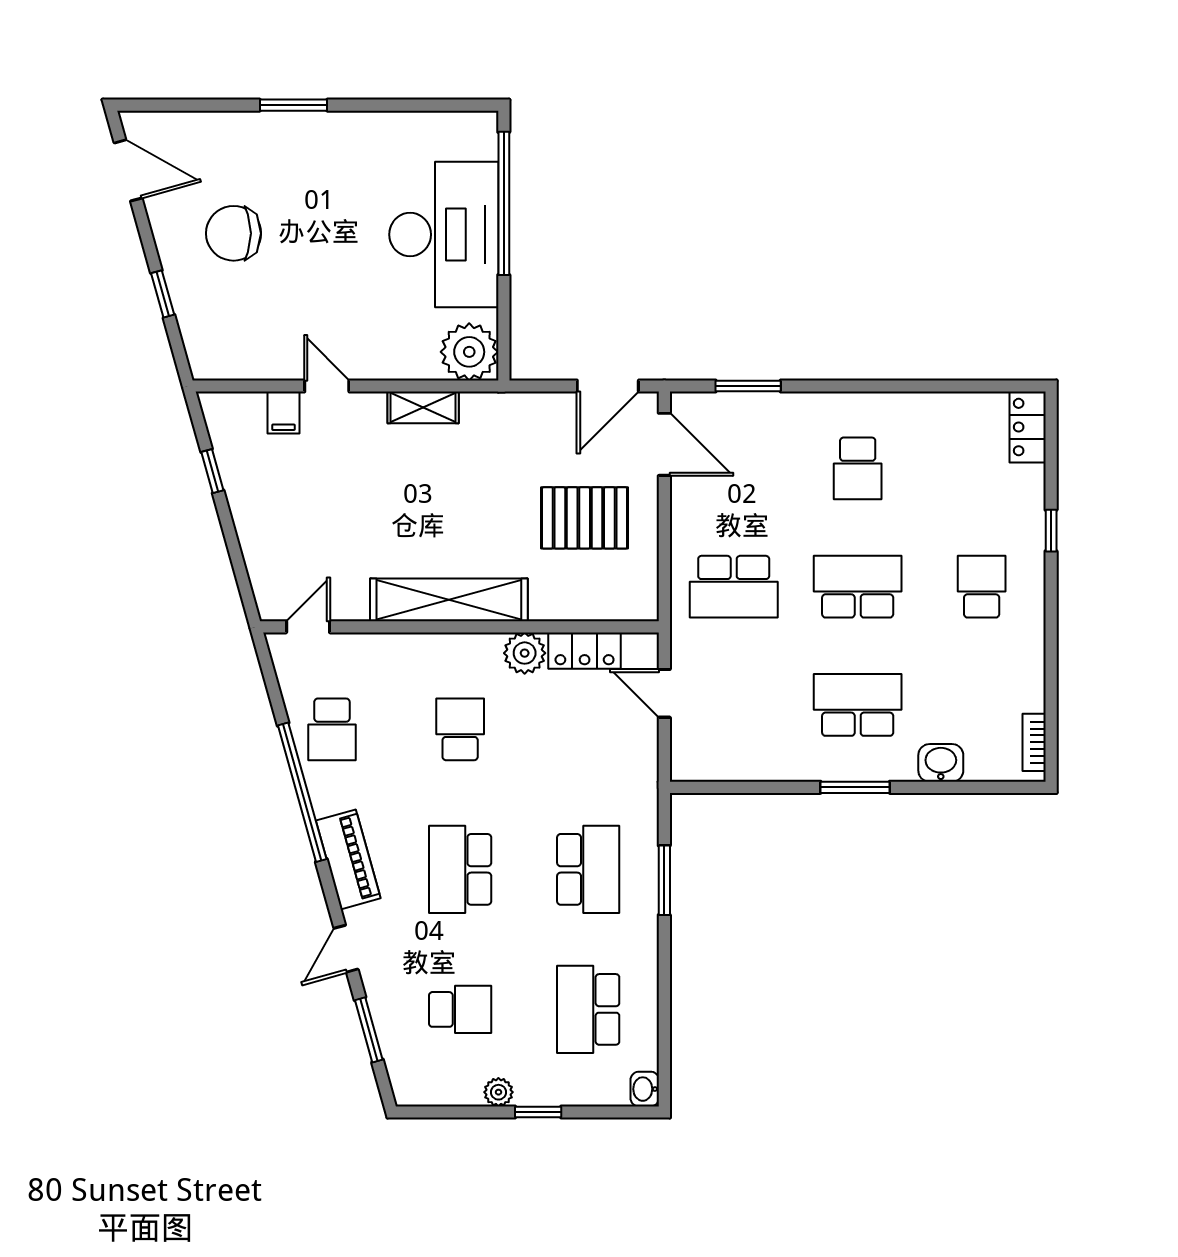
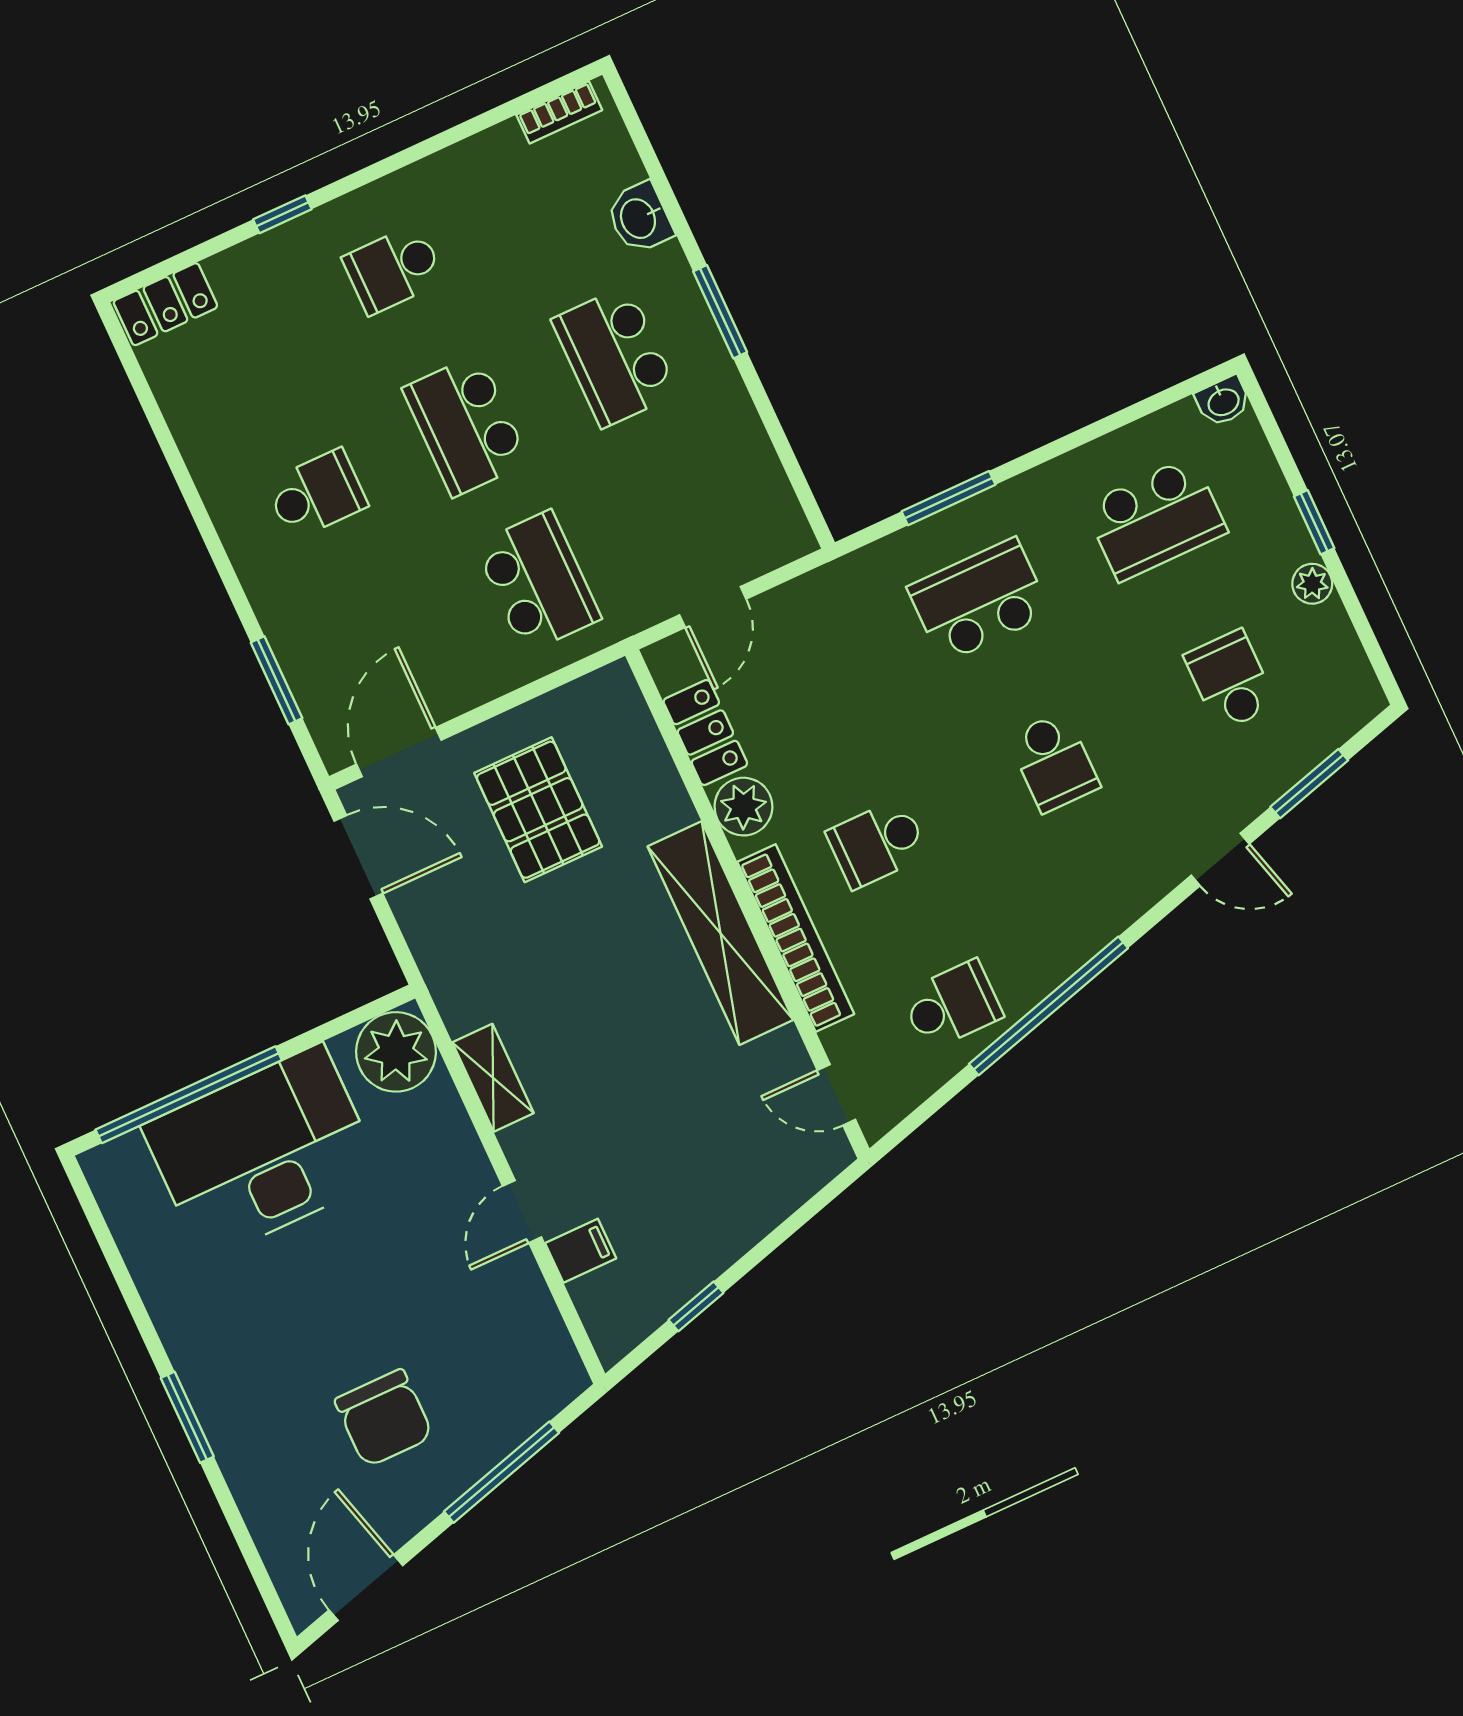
window: (163, 294) -> (502, 1472), width x2.17
bookcase: (423, 648) -> (796, 938), added
piano: (348, 859) -> (1106, 909), removed
school desk: (460, 869) -> (1054, 762), width x0.54

